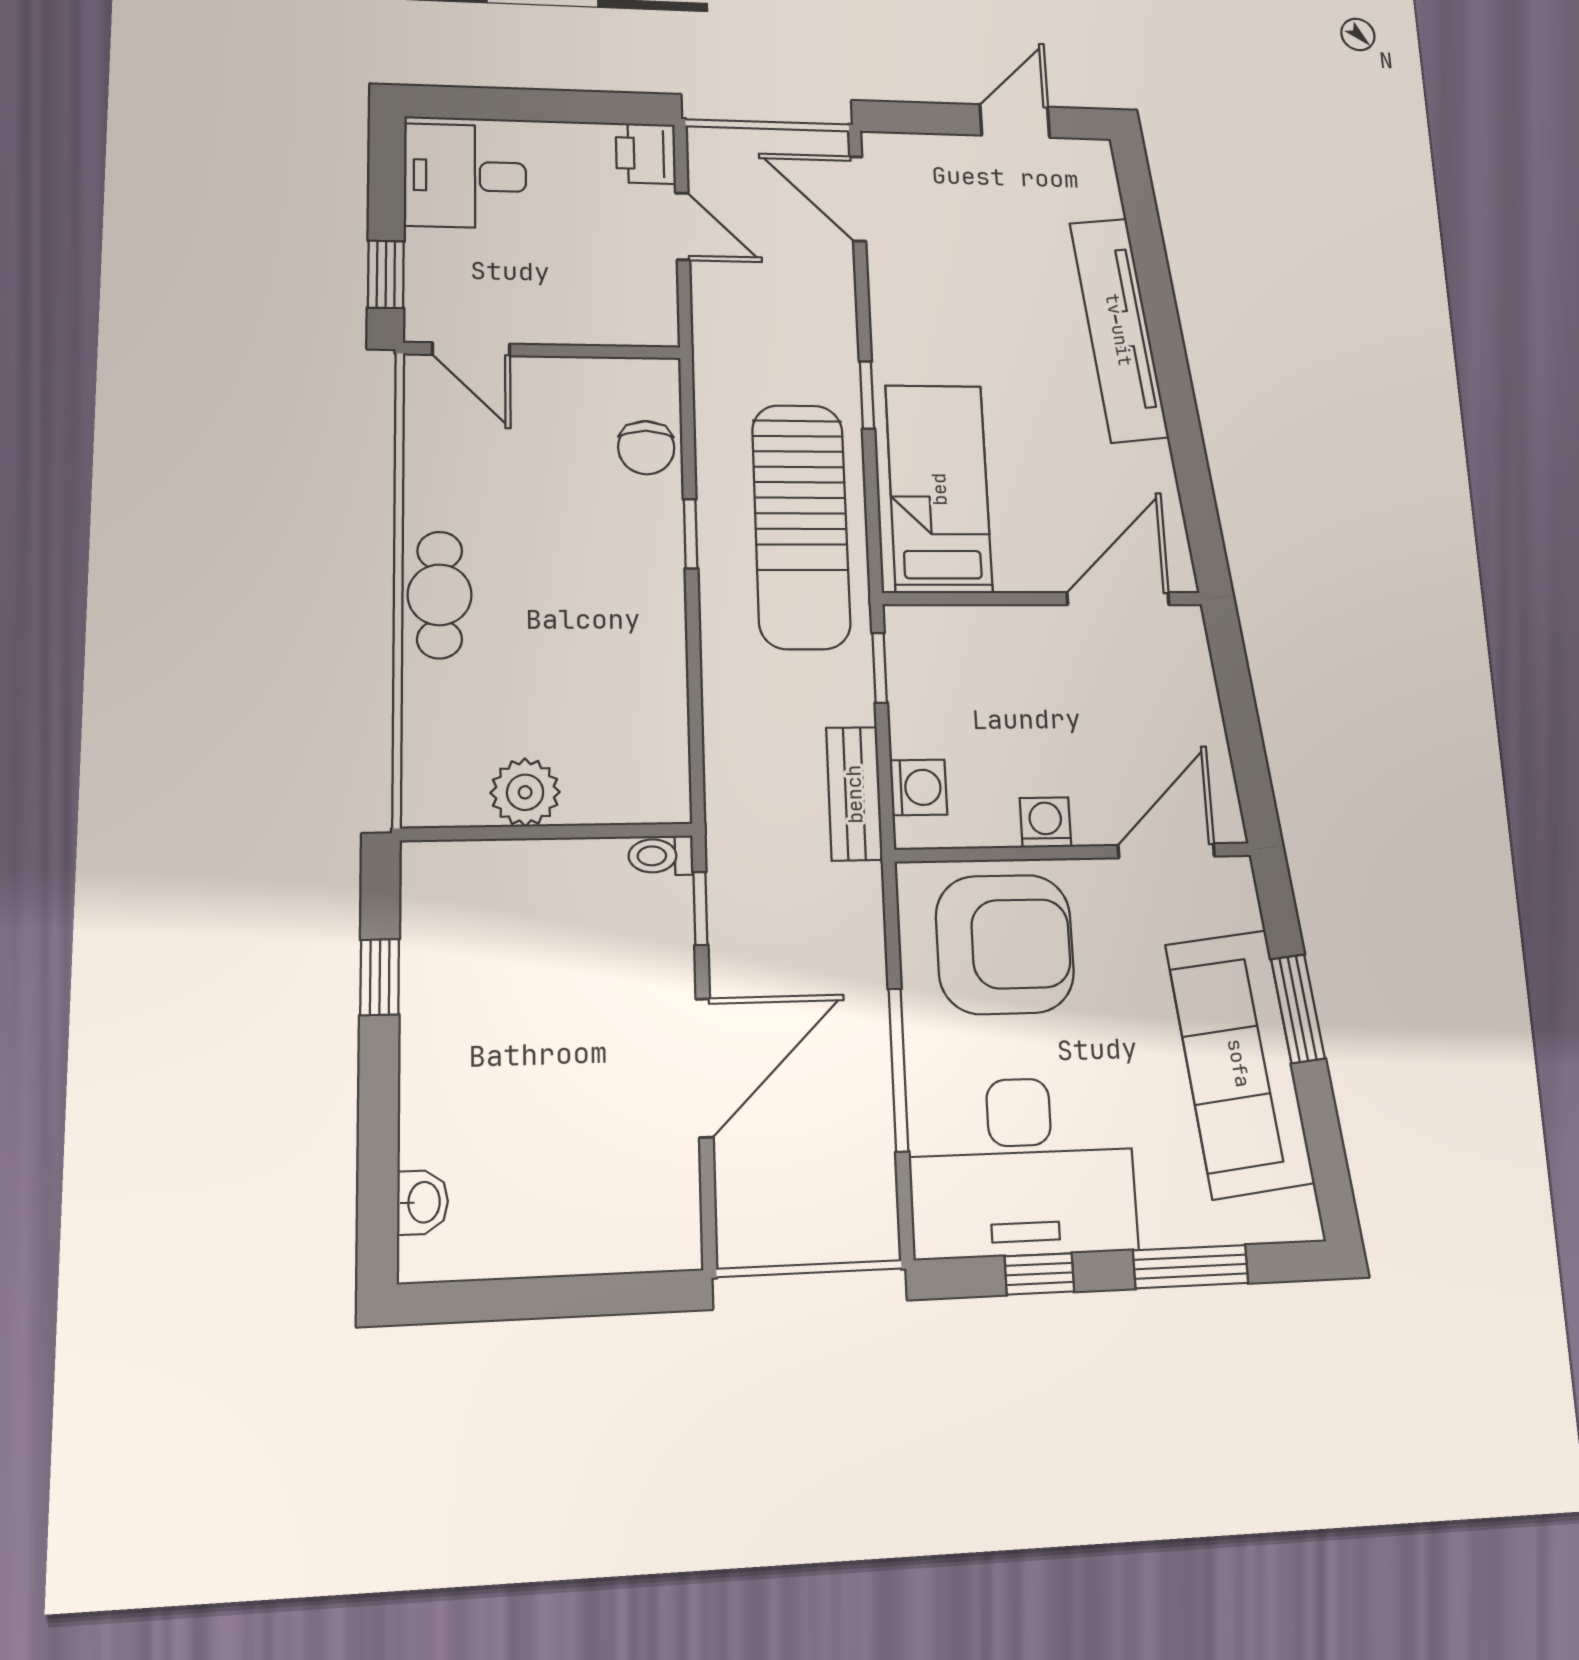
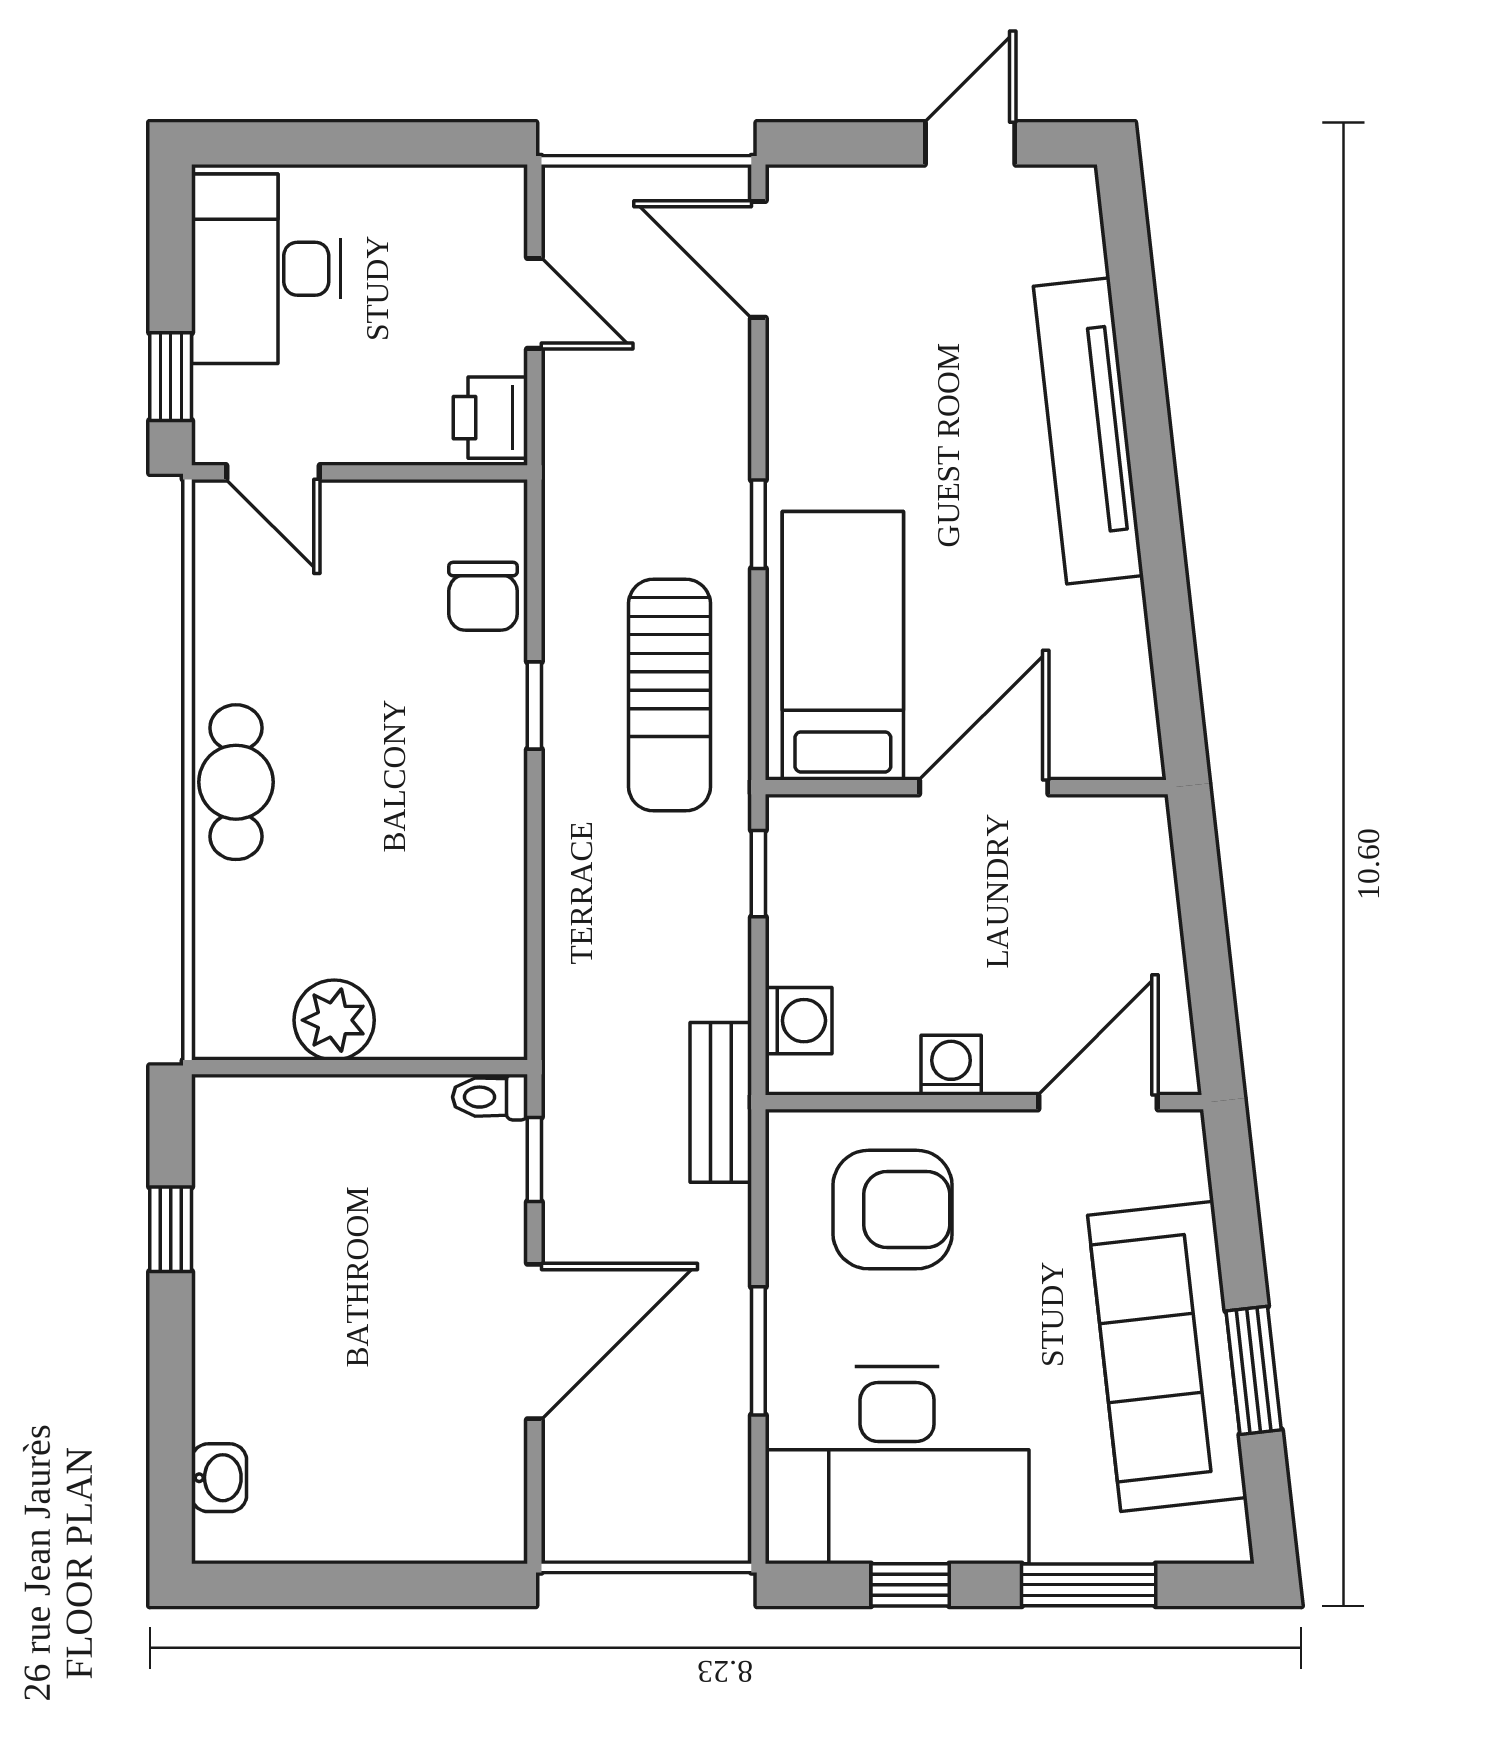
printer: (646, 153) -> (490, 418), moved
desk: (465, 176) -> (266, 269), width x1.37
sun lounger: (801, 526) -> (669, 695), width x0.73, depth x0.75
door: (1118, 599) -> (984, 787), moved
bench: (854, 794) -> (721, 1102), moved
armchair: (1005, 944) -> (893, 1210), width x0.73, depth x0.73
window: (1298, 1009) -> (1254, 1370), moved
window: (898, 1070) -> (758, 1351), width x0.69

